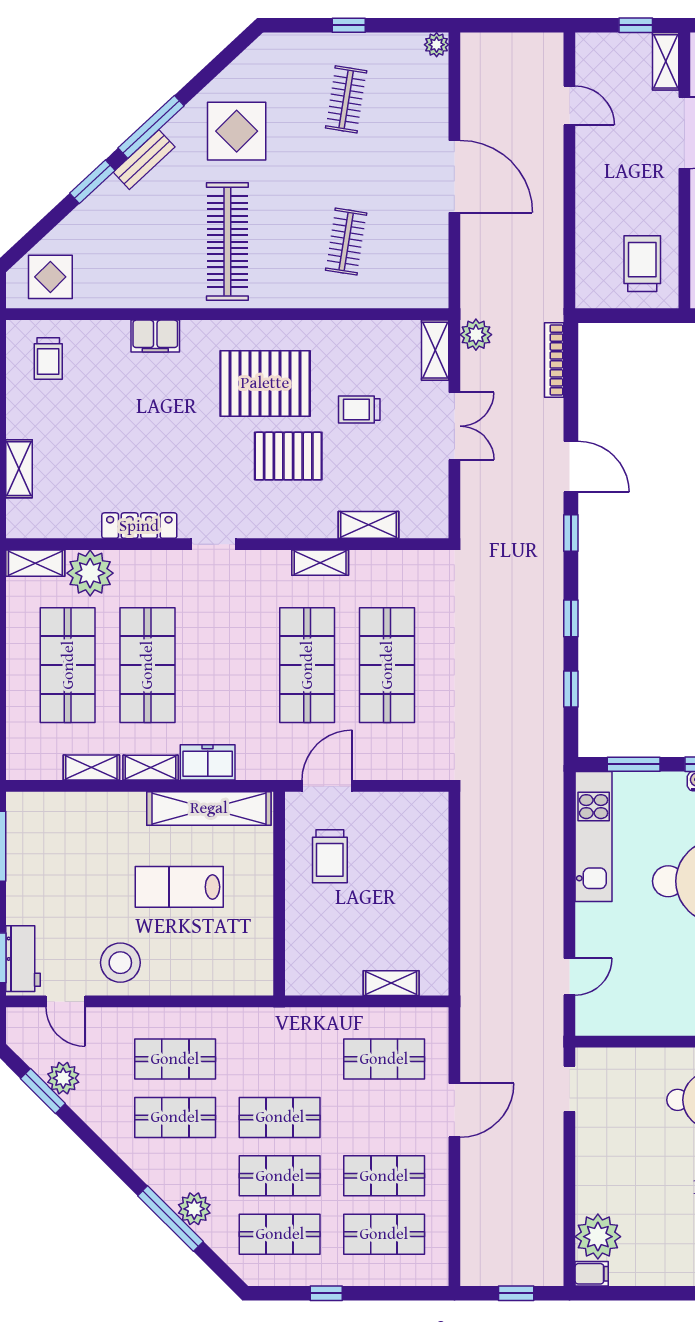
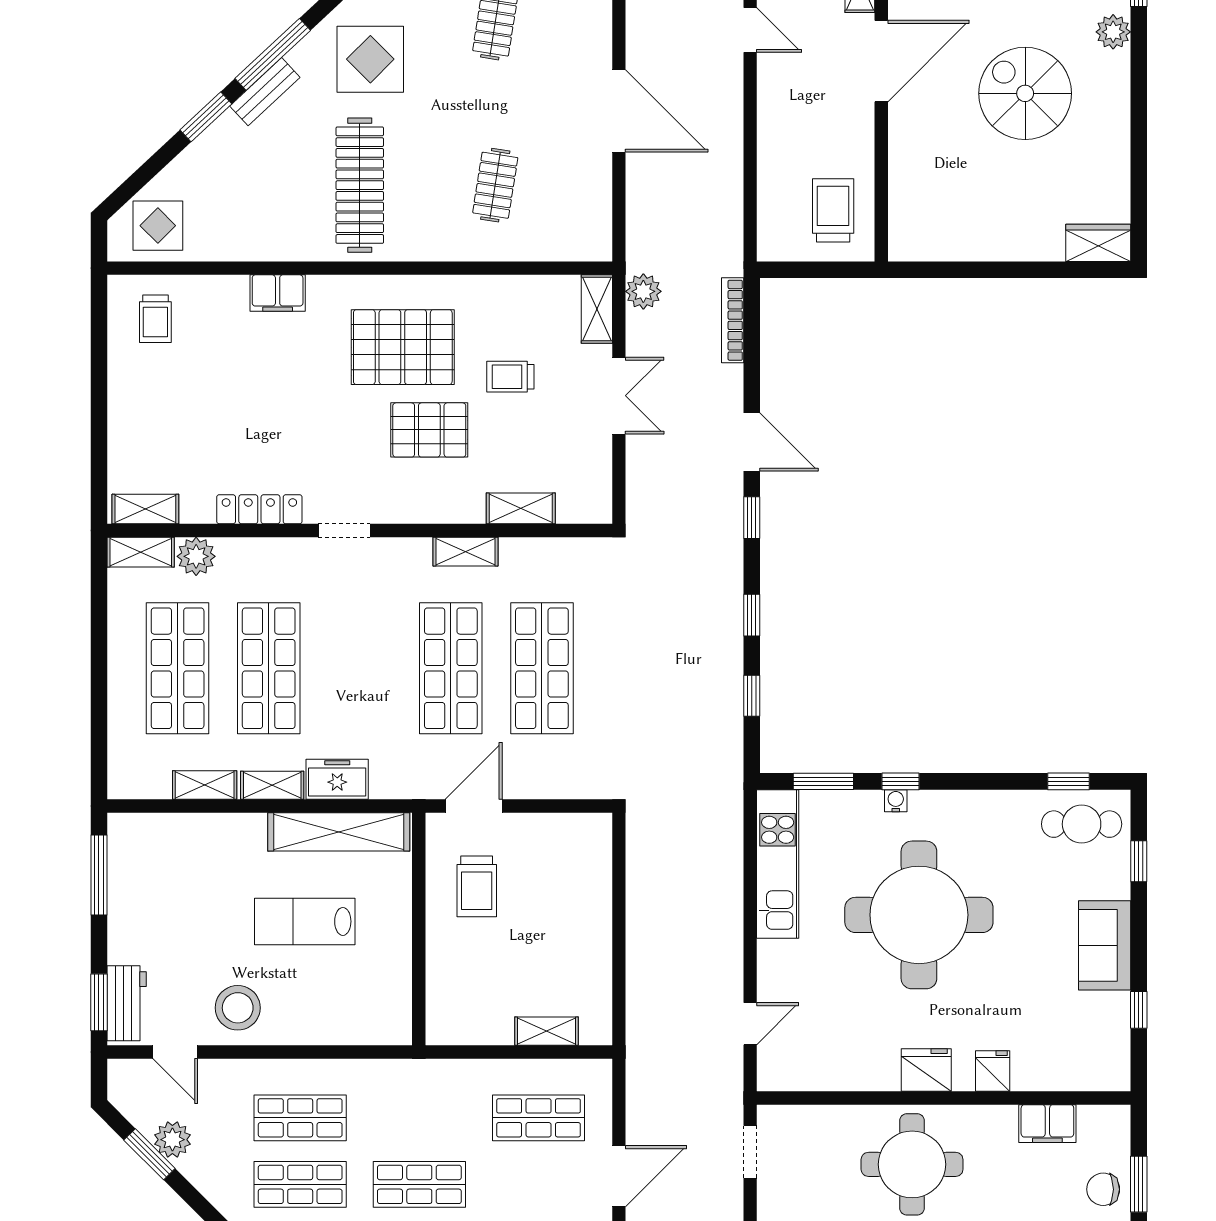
shelving: (19, 469) -> (145, 509), moved, turned 90
plant: (90, 573) -> (196, 556), width x0.73, depth x0.73

